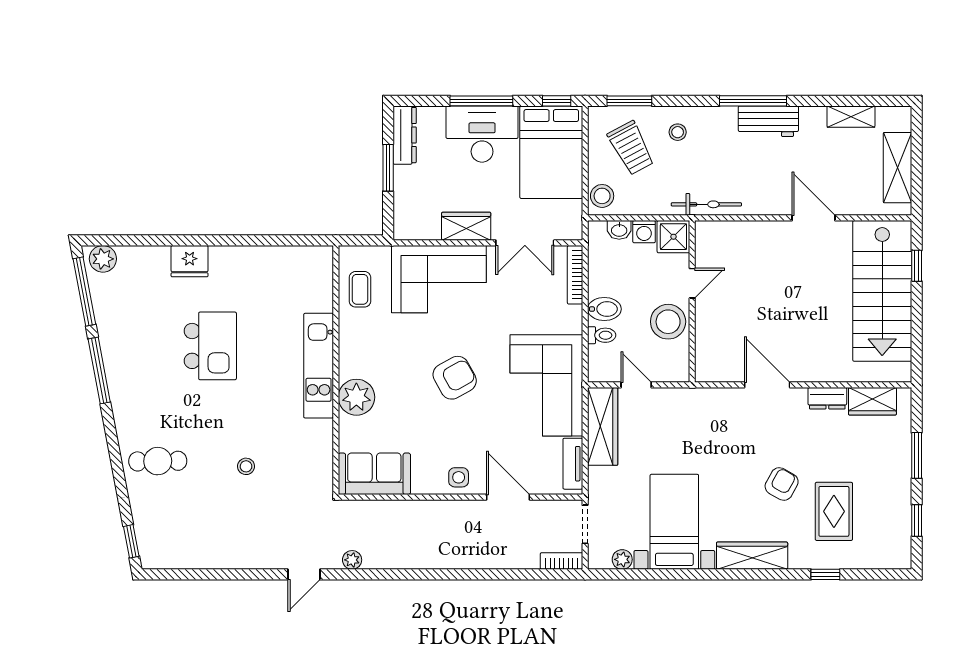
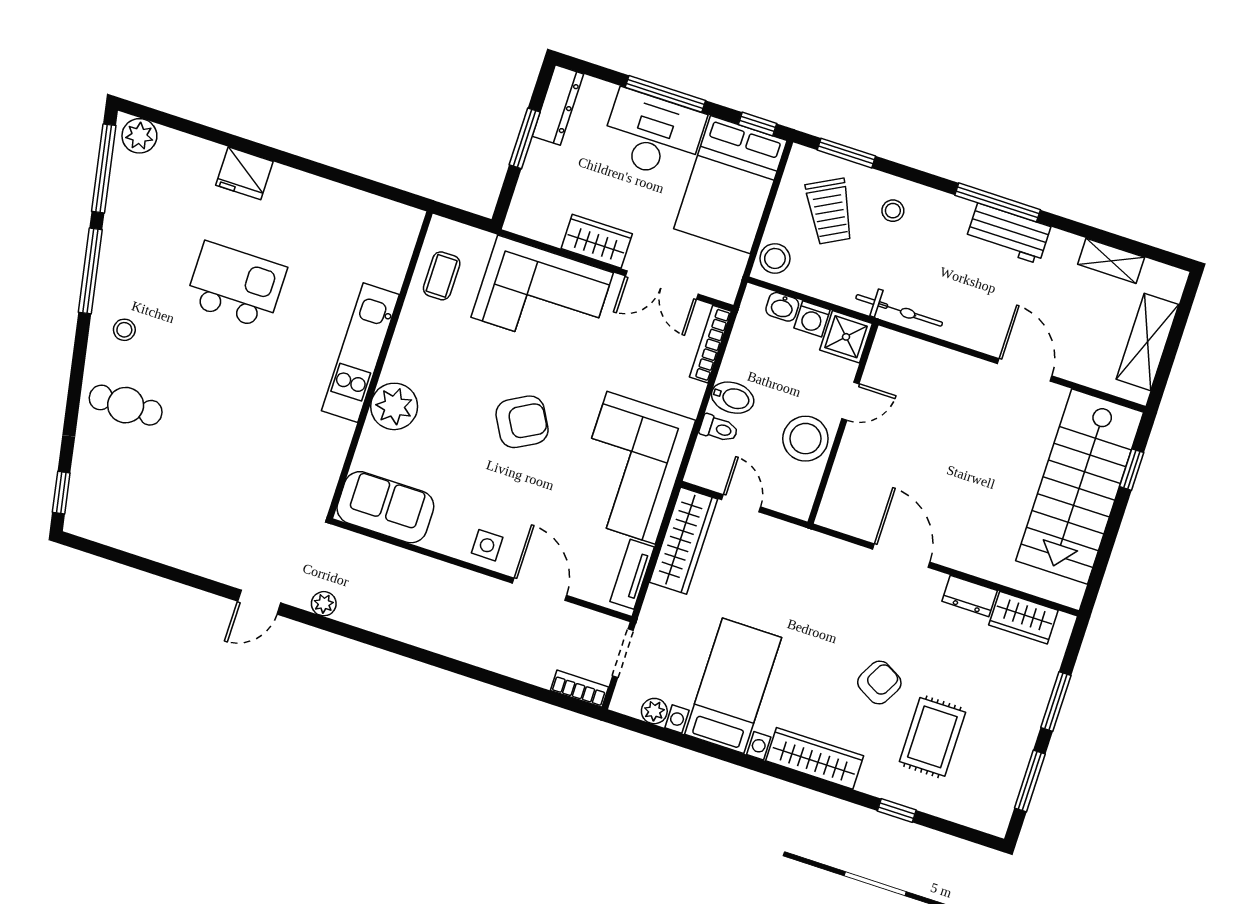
kitchen island: (210, 346) -> (236, 285), turned -90
stool: (246, 466) -> (124, 330), moved
window: (917, 520) -> (1030, 781), width x1.50

